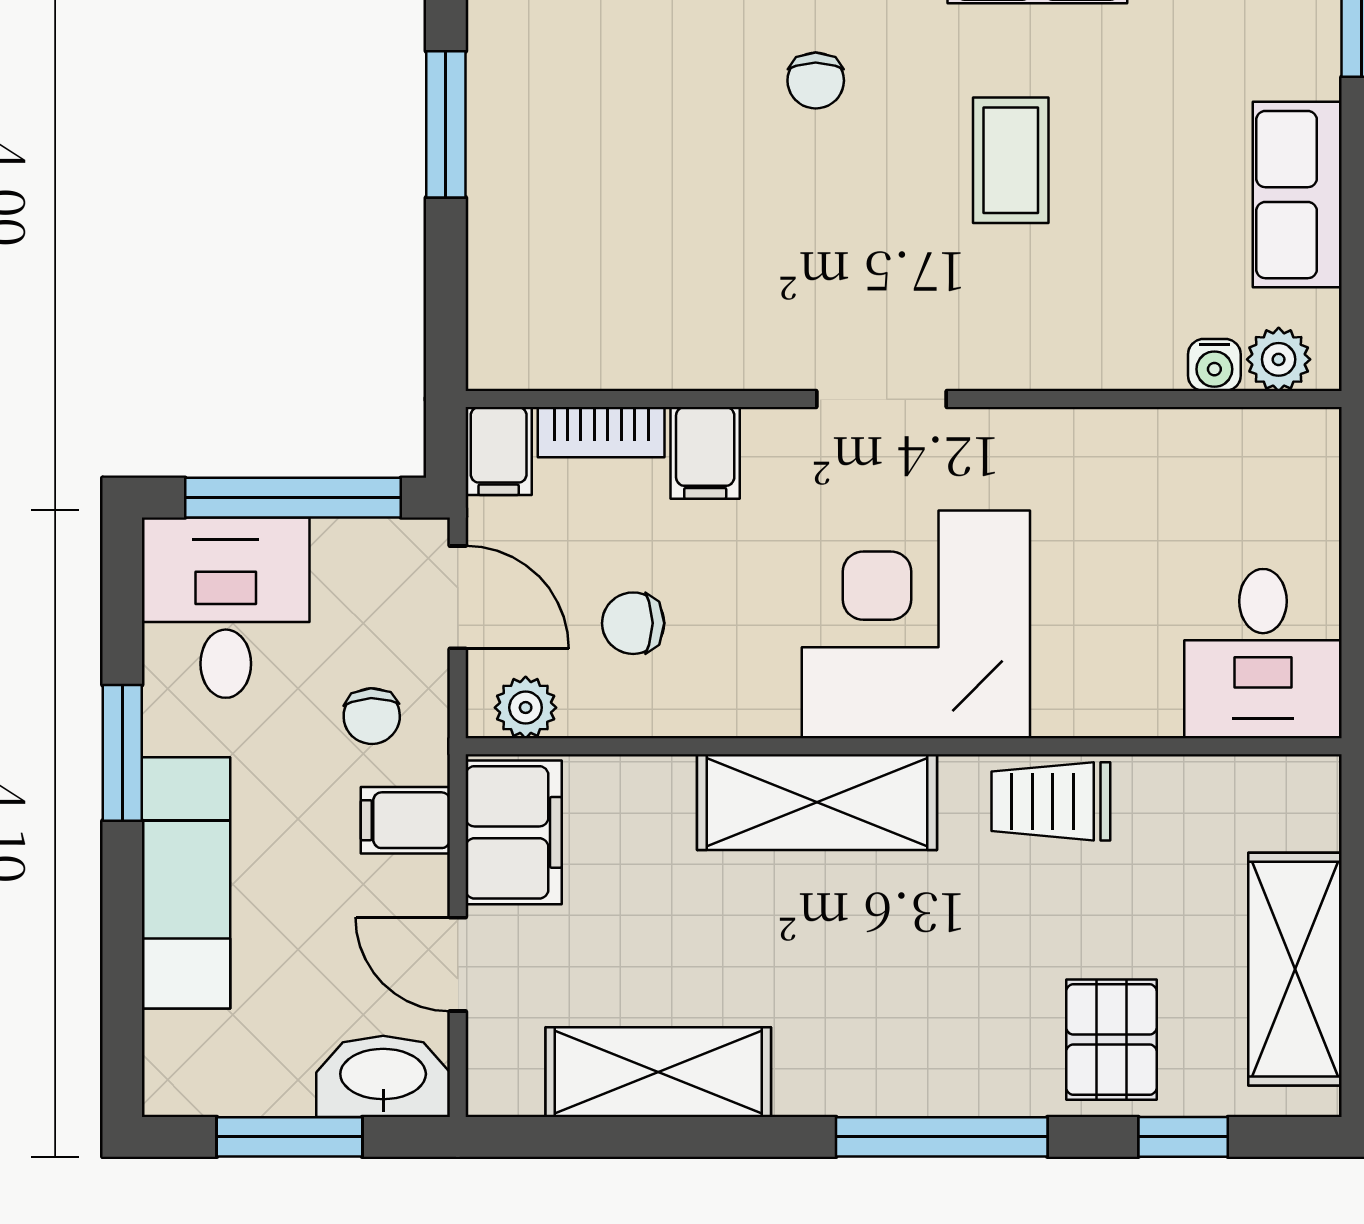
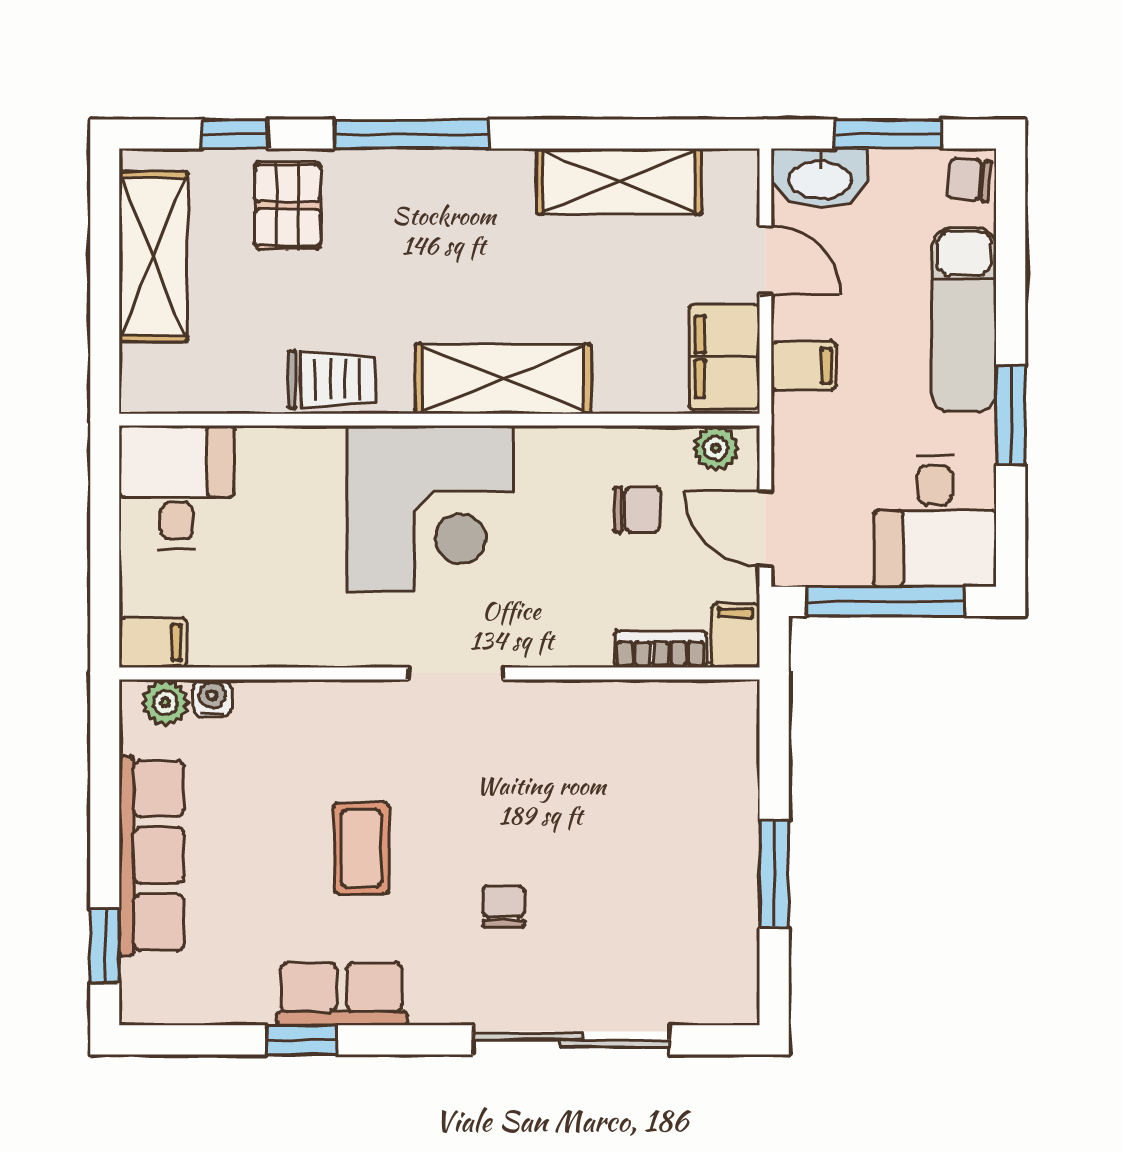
row of seats: (1297, 195) -> (152, 855), width x1.48
filing cabinet: (705, 453) -> (153, 643), moved, turned 90
chair: (372, 716) -> (969, 180), moved, turned -83

